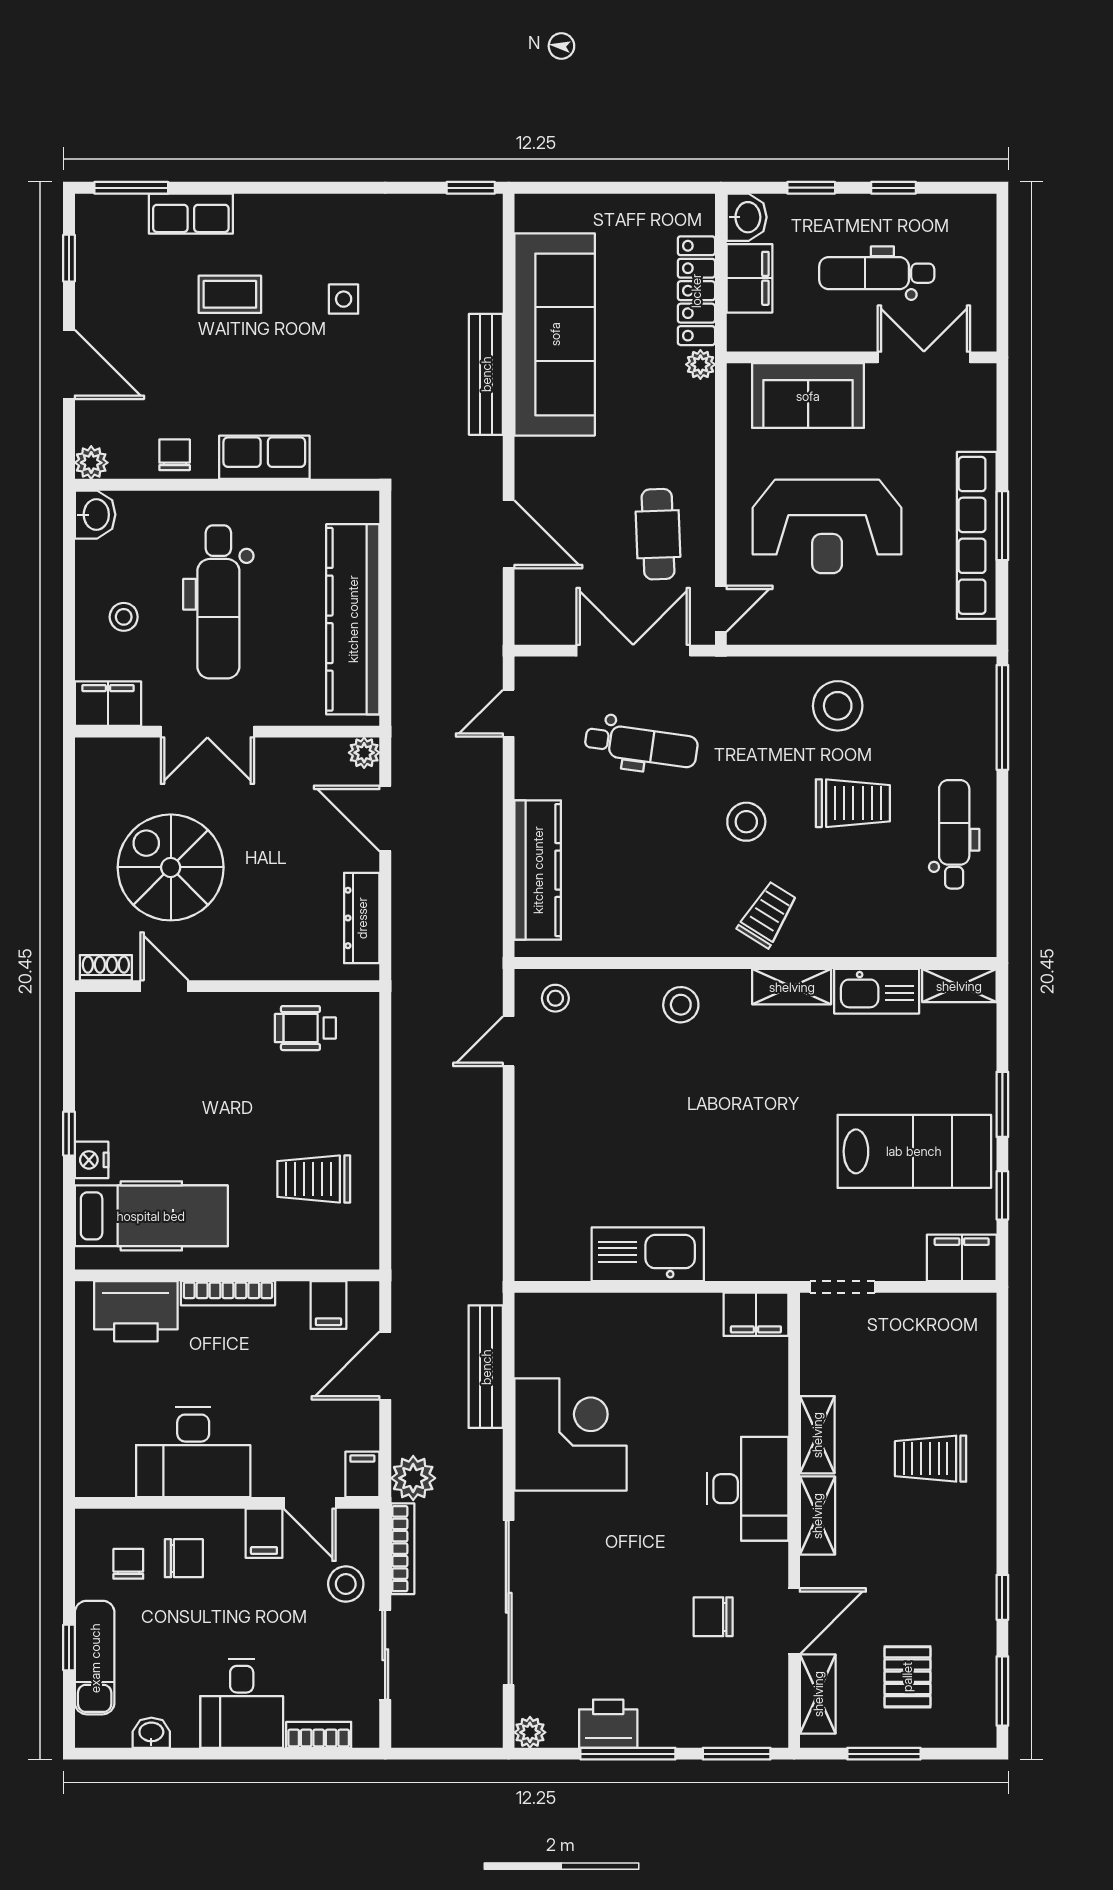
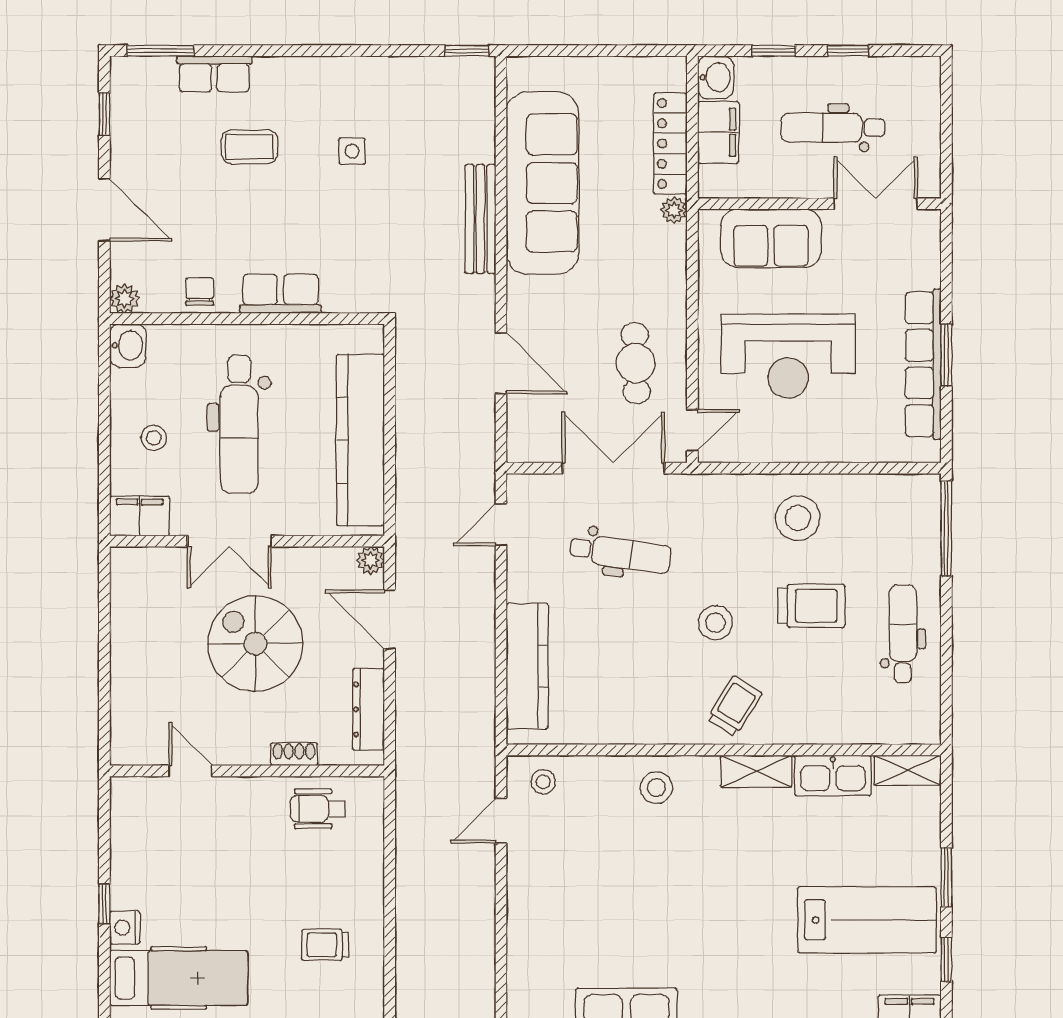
spiral stairs: (171, 867) -> (255, 644), moved
shoe rack: (106, 968) -> (294, 754), moved
trolley: (314, 1179) -> (325, 945), width x0.73, depth x0.72

